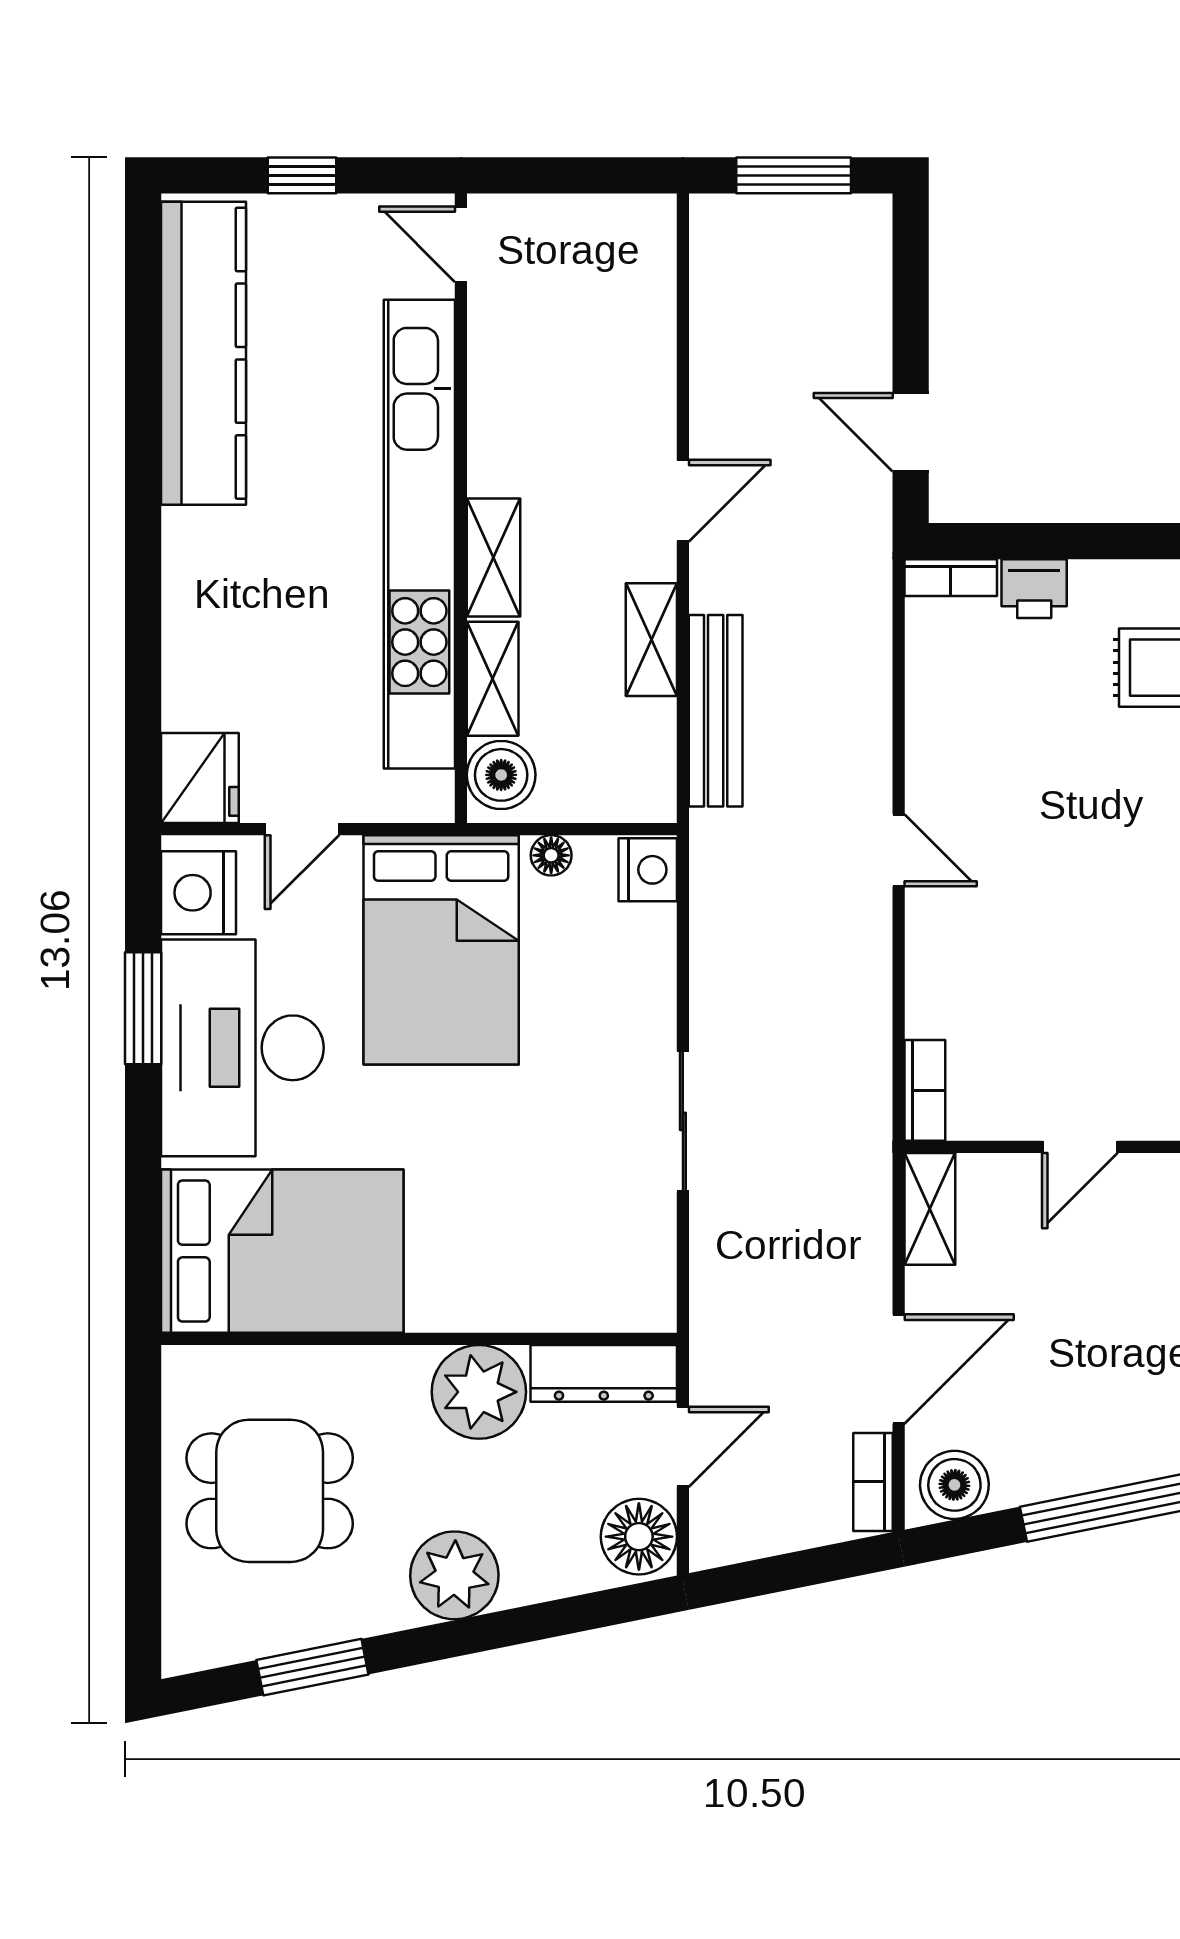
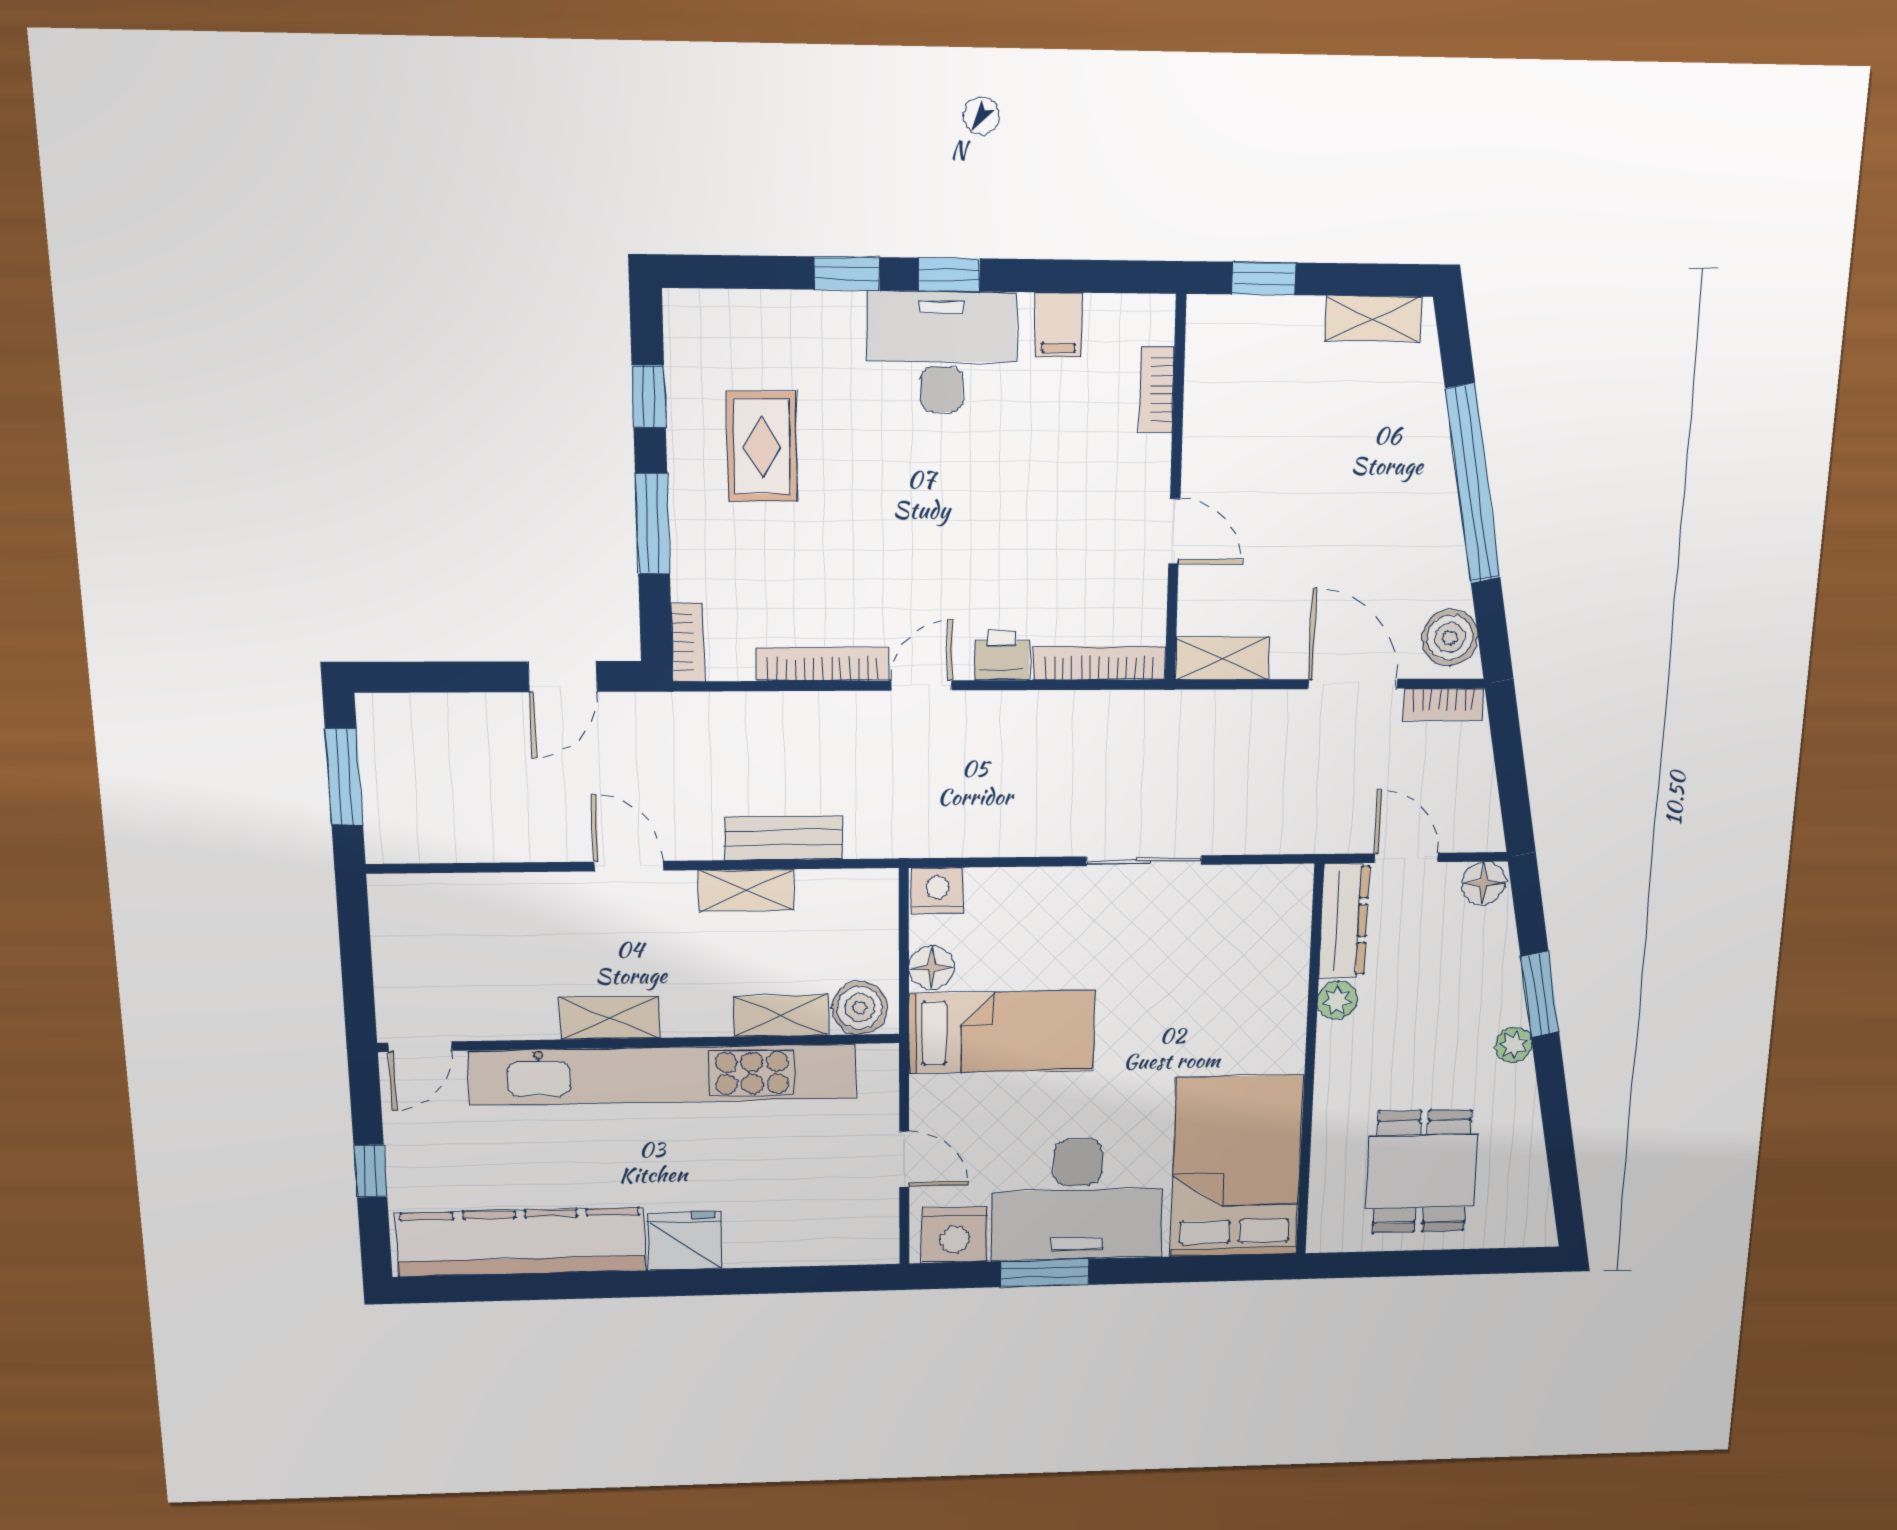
window: (1087, 541) -> (653, 524), added
shelving: (494, 558) -> (609, 1018), moved
printer: (1034, 589) -> (1002, 655), moved, turned -90
bench: (716, 711) -> (784, 838), width x0.73
bookcase: (925, 734) -> (822, 664), added
fridge: (200, 778) -> (685, 1241), moved
floor lamp: (551, 855) -> (932, 968), width x1.37, depth x1.37
bed: (441, 950) -> (1002, 1032), width x0.67
bookcase: (925, 1090) -> (1100, 663), width x1.56
plant: (479, 1392) -> (1337, 1000), width x0.53, depth x0.53
floor lamp: (639, 1537) -> (1484, 883), width x0.73, depth x0.73
plant: (454, 1575) -> (1514, 1045), width x0.53, depth x0.53
window: (312, 1667) -> (1540, 994), moved

